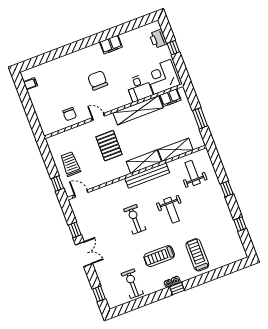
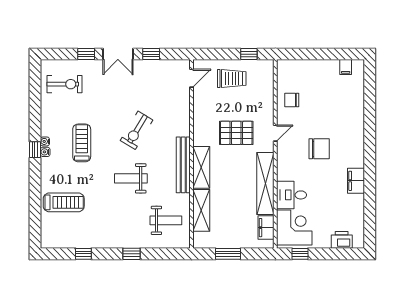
window: (173, 48) -> (300, 254), moved
window: (57, 183) -> (249, 54), moved
exercise bike: (135, 219) -> (137, 130), turned 121
treadmill: (197, 255) -> (64, 202), moved
exercise bike: (132, 284) -> (64, 84), moved
window: (99, 294) -> (86, 54), moved

